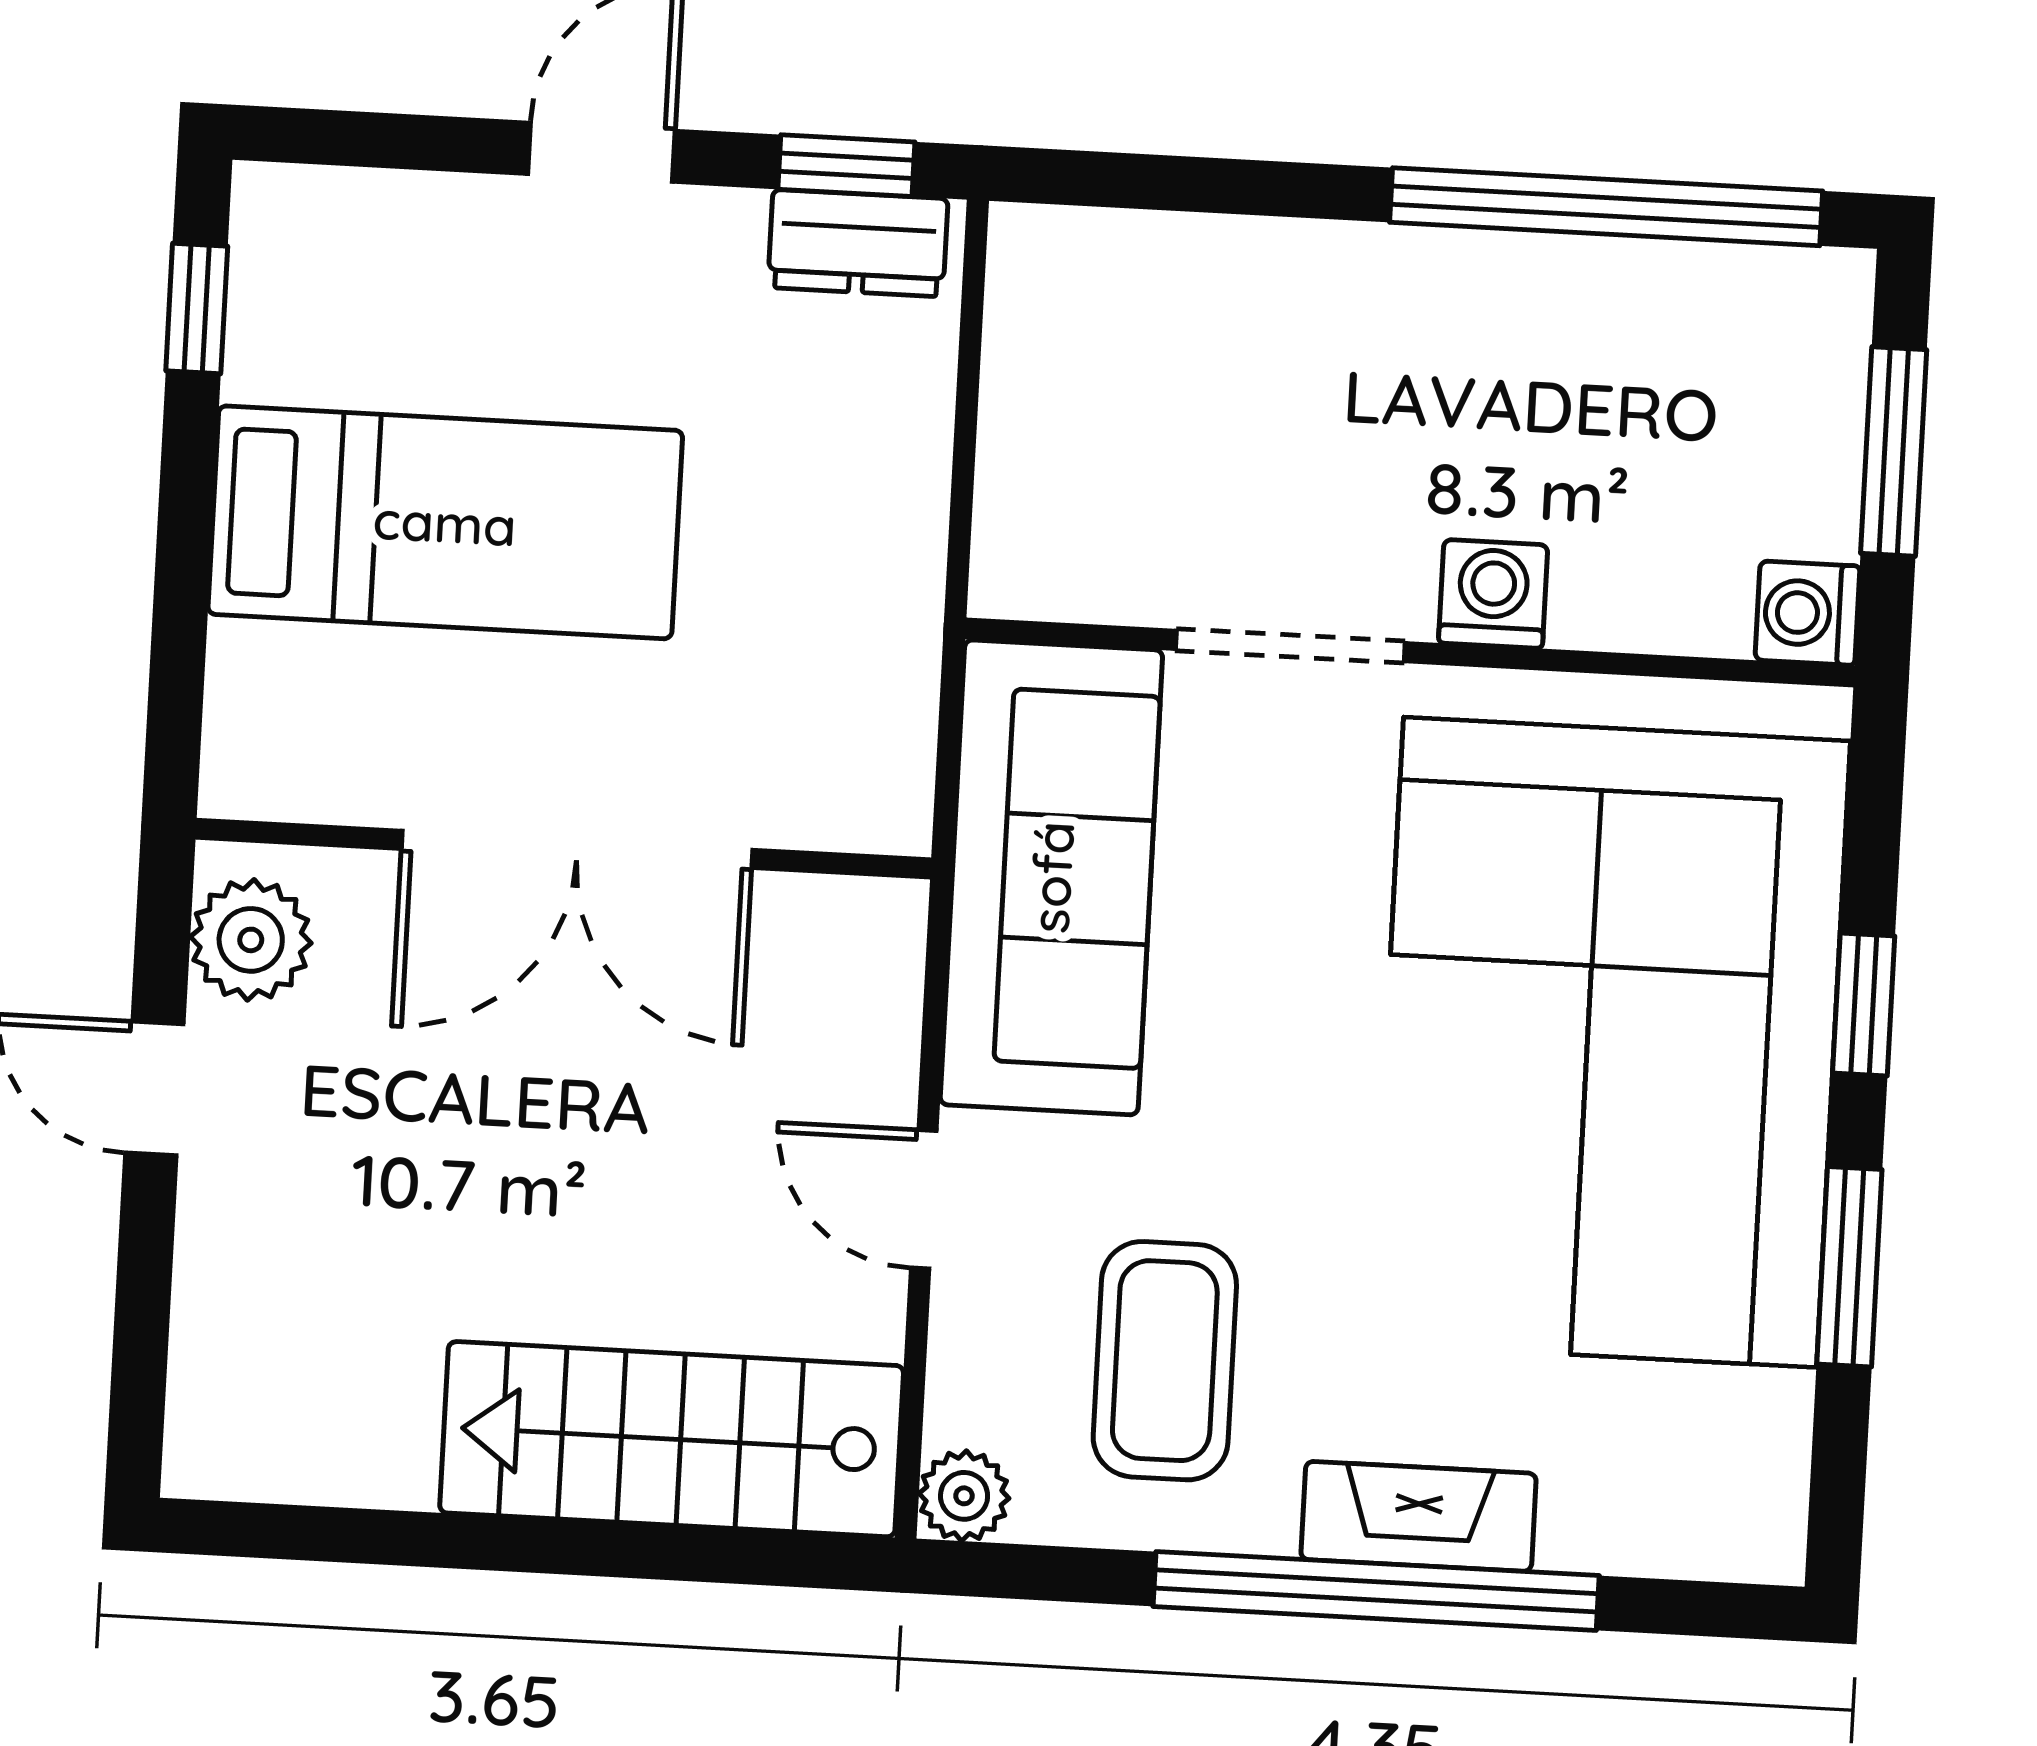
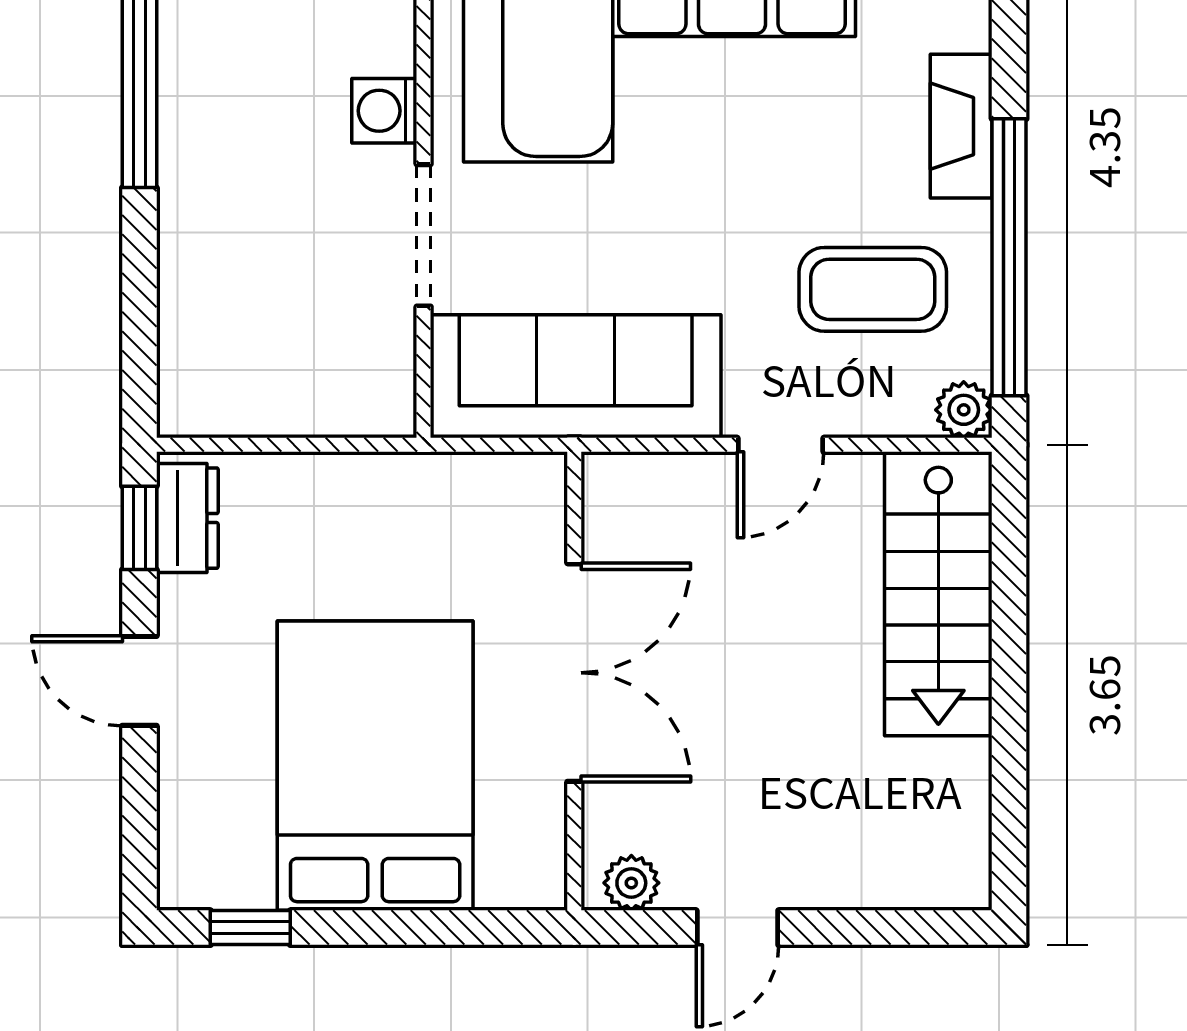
bed: (445, 522) -> (375, 766), width x1.50
plant: (251, 940) -> (631, 883), width x0.73, depth x0.73
window: (1376, 1591) -> (1009, 257), moved

